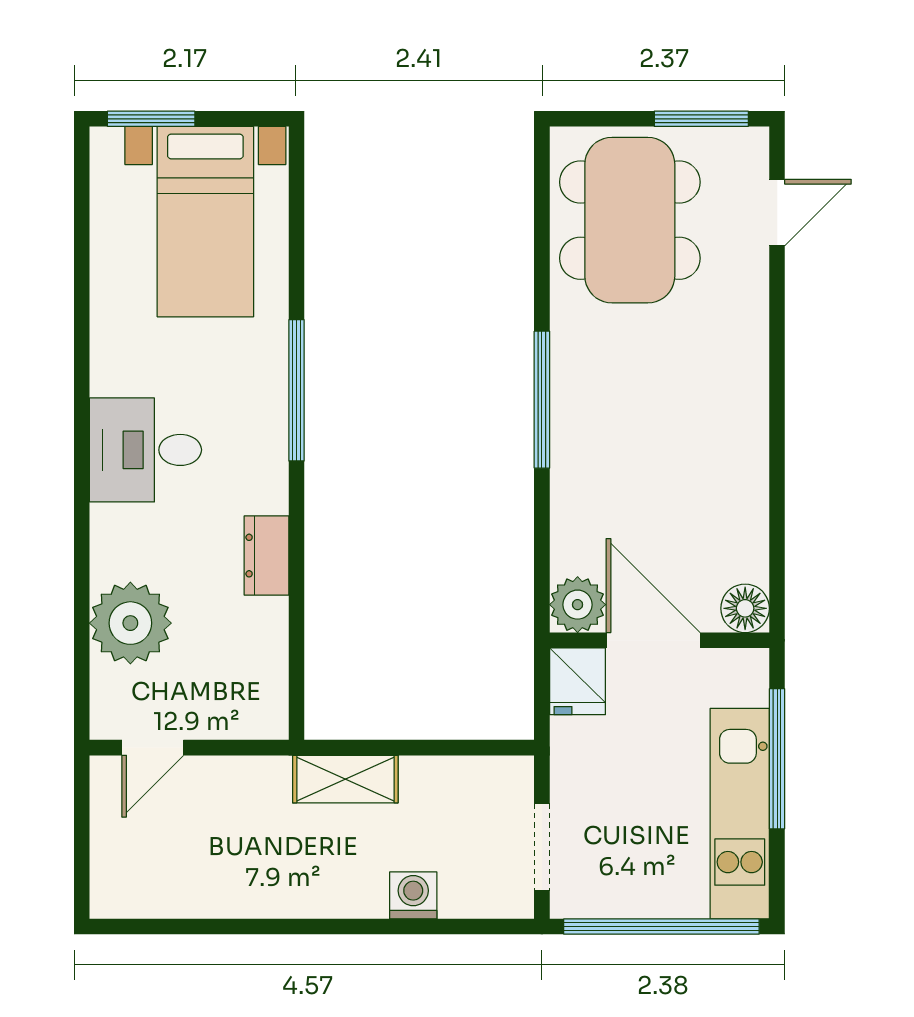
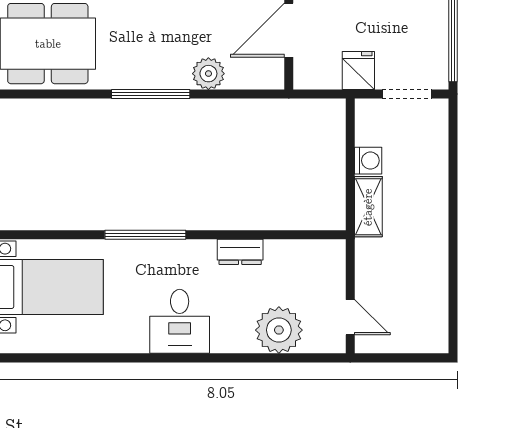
plant: (578, 605) -> (208, 74), moved
fridge: (578, 681) -> (358, 70), moved, turned -90
washing machine: (413, 895) -> (368, 161), moved, turned 180

